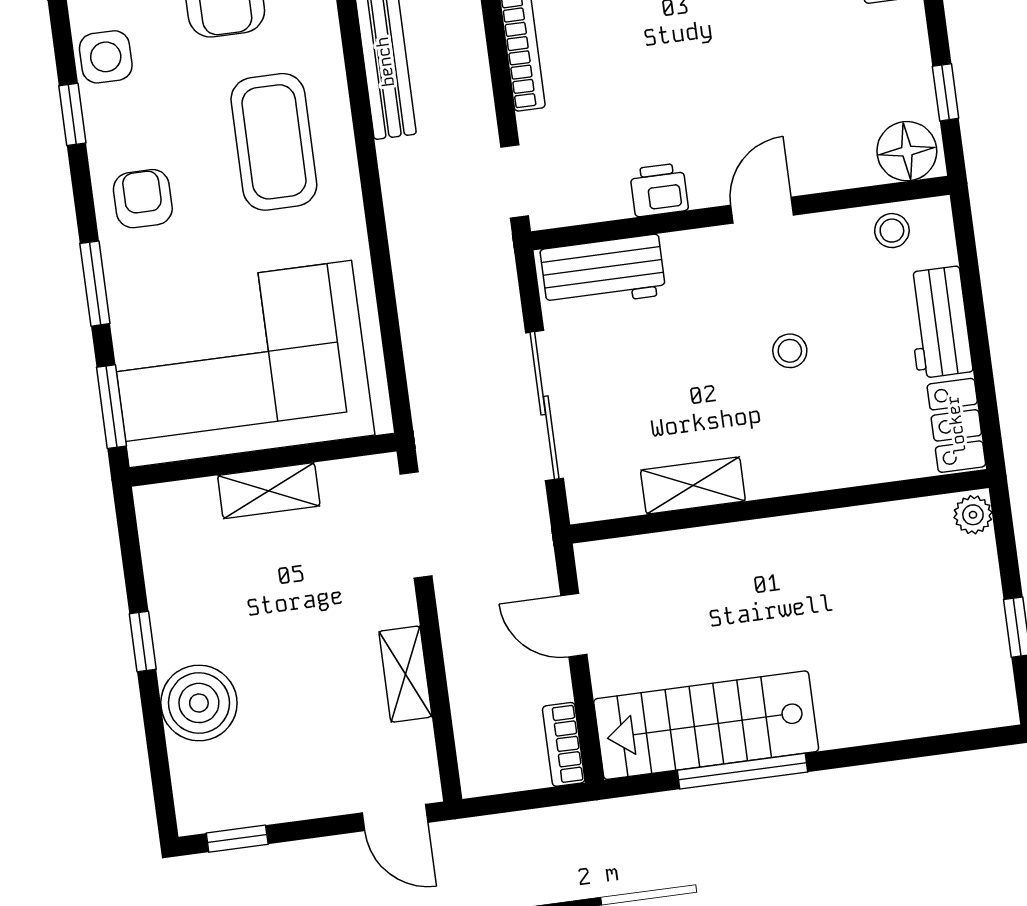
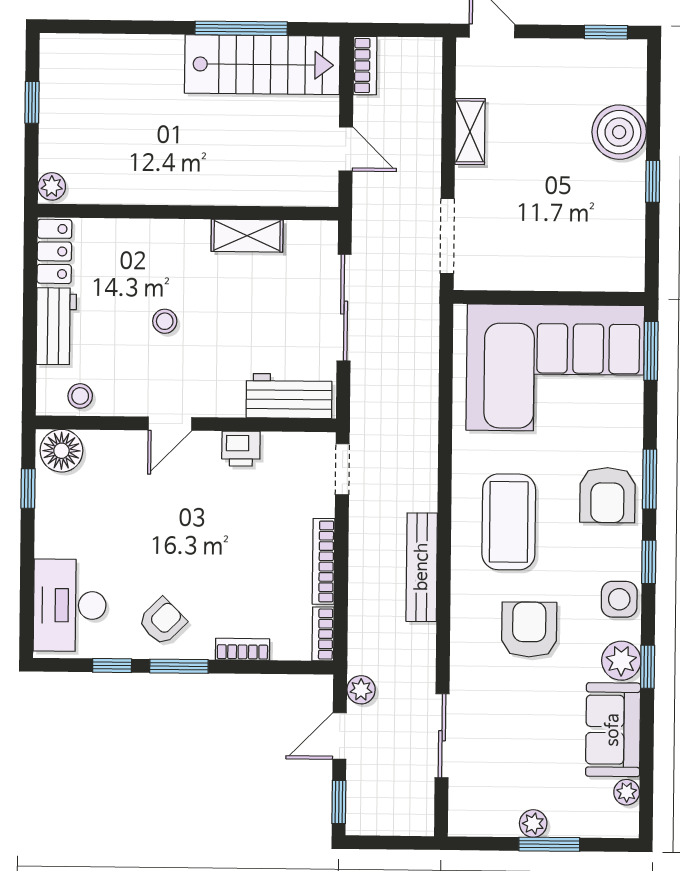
armchair: (143, 199) -> (607, 495), width x1.38, depth x1.38
window: (95, 284) -> (650, 479), moved
shelving: (269, 491) -> (548, 275), removed

